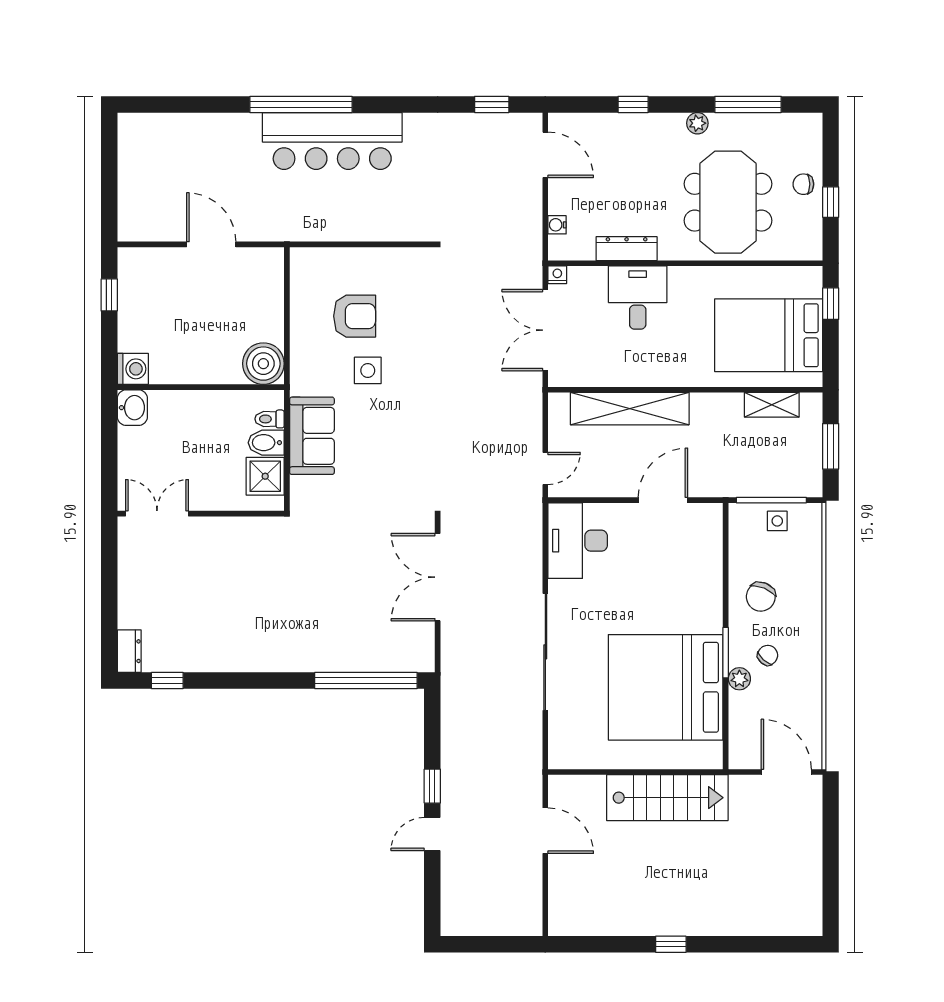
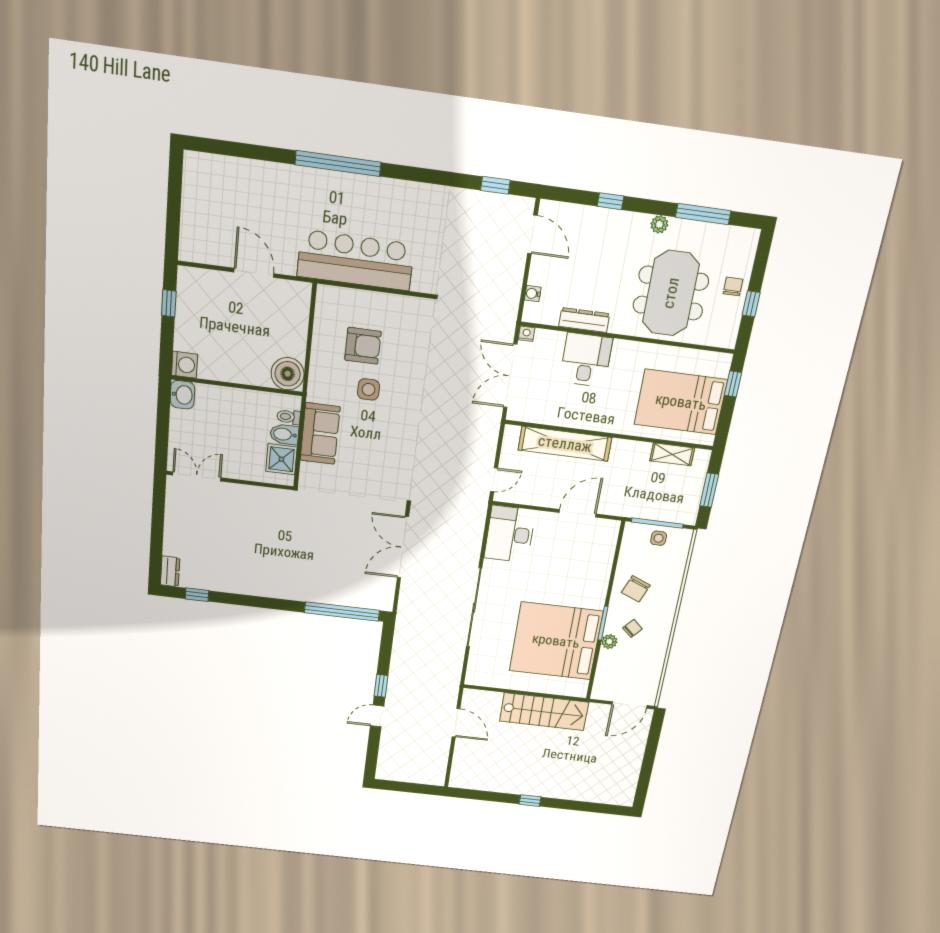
bar counter: (332, 141) -> (356, 260), moved, turned 180
chair: (803, 184) -> (733, 286), turned 90
door: (786, 772) -> (630, 705), swing flipped

